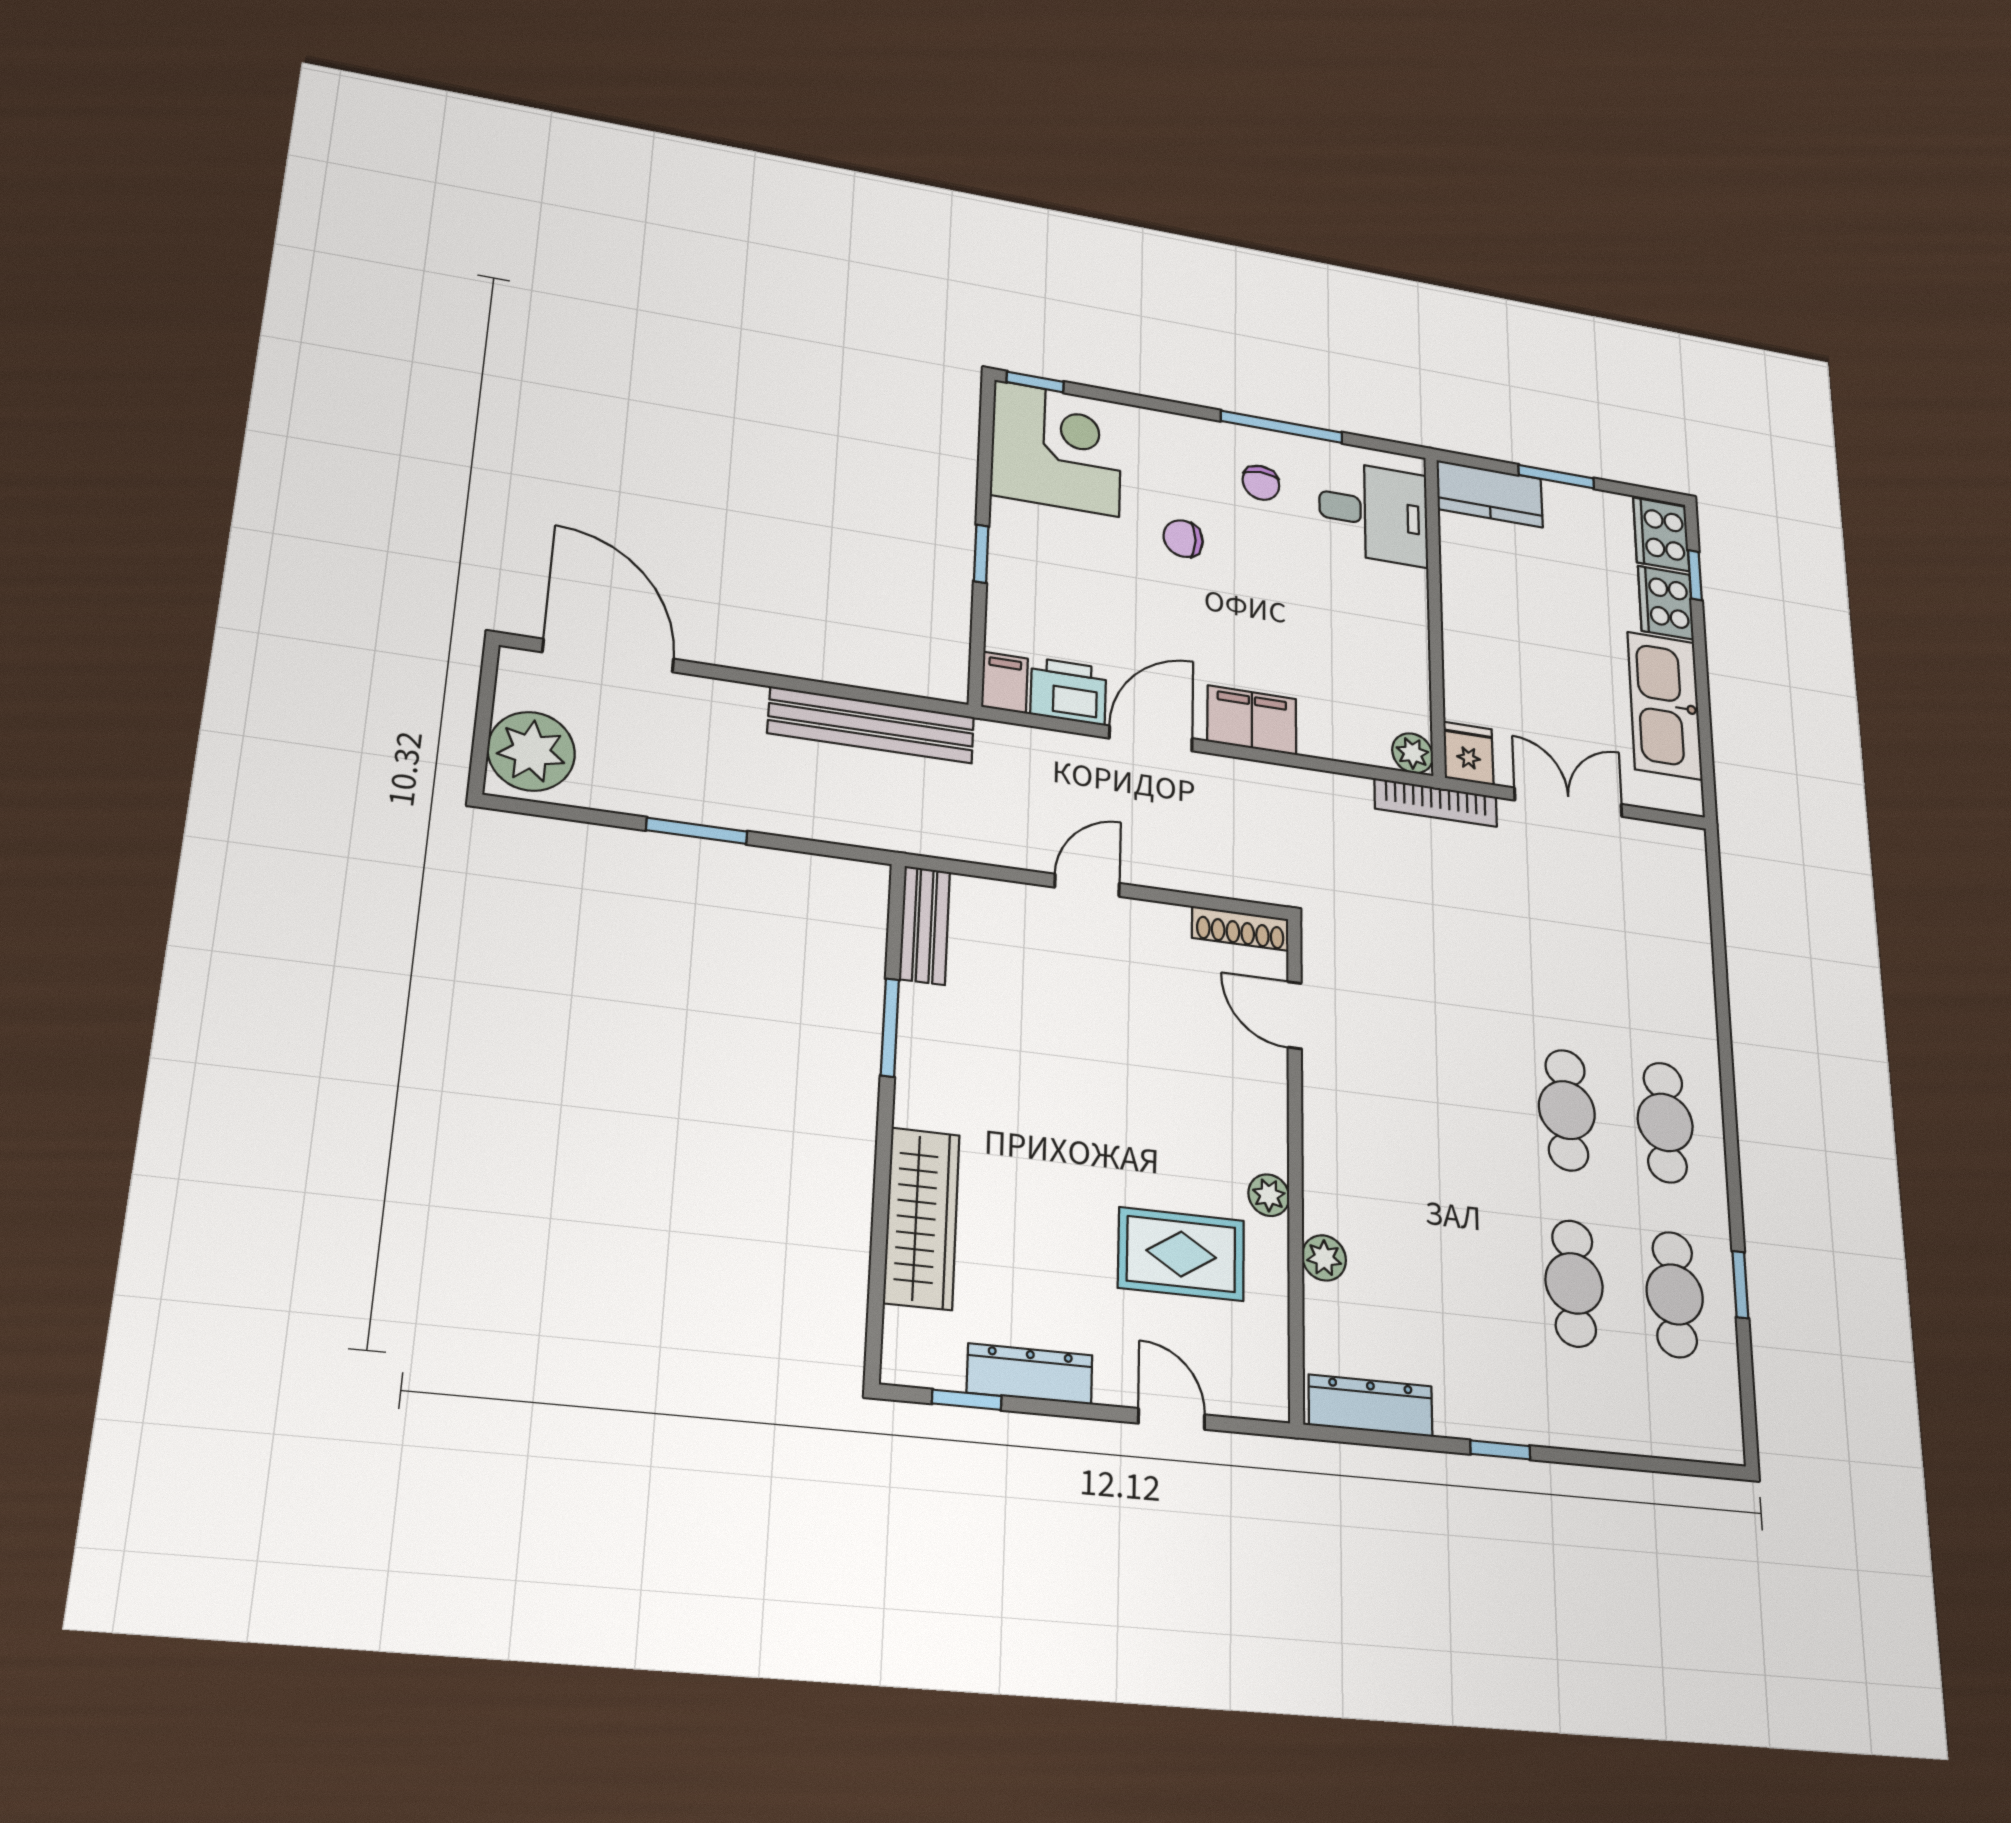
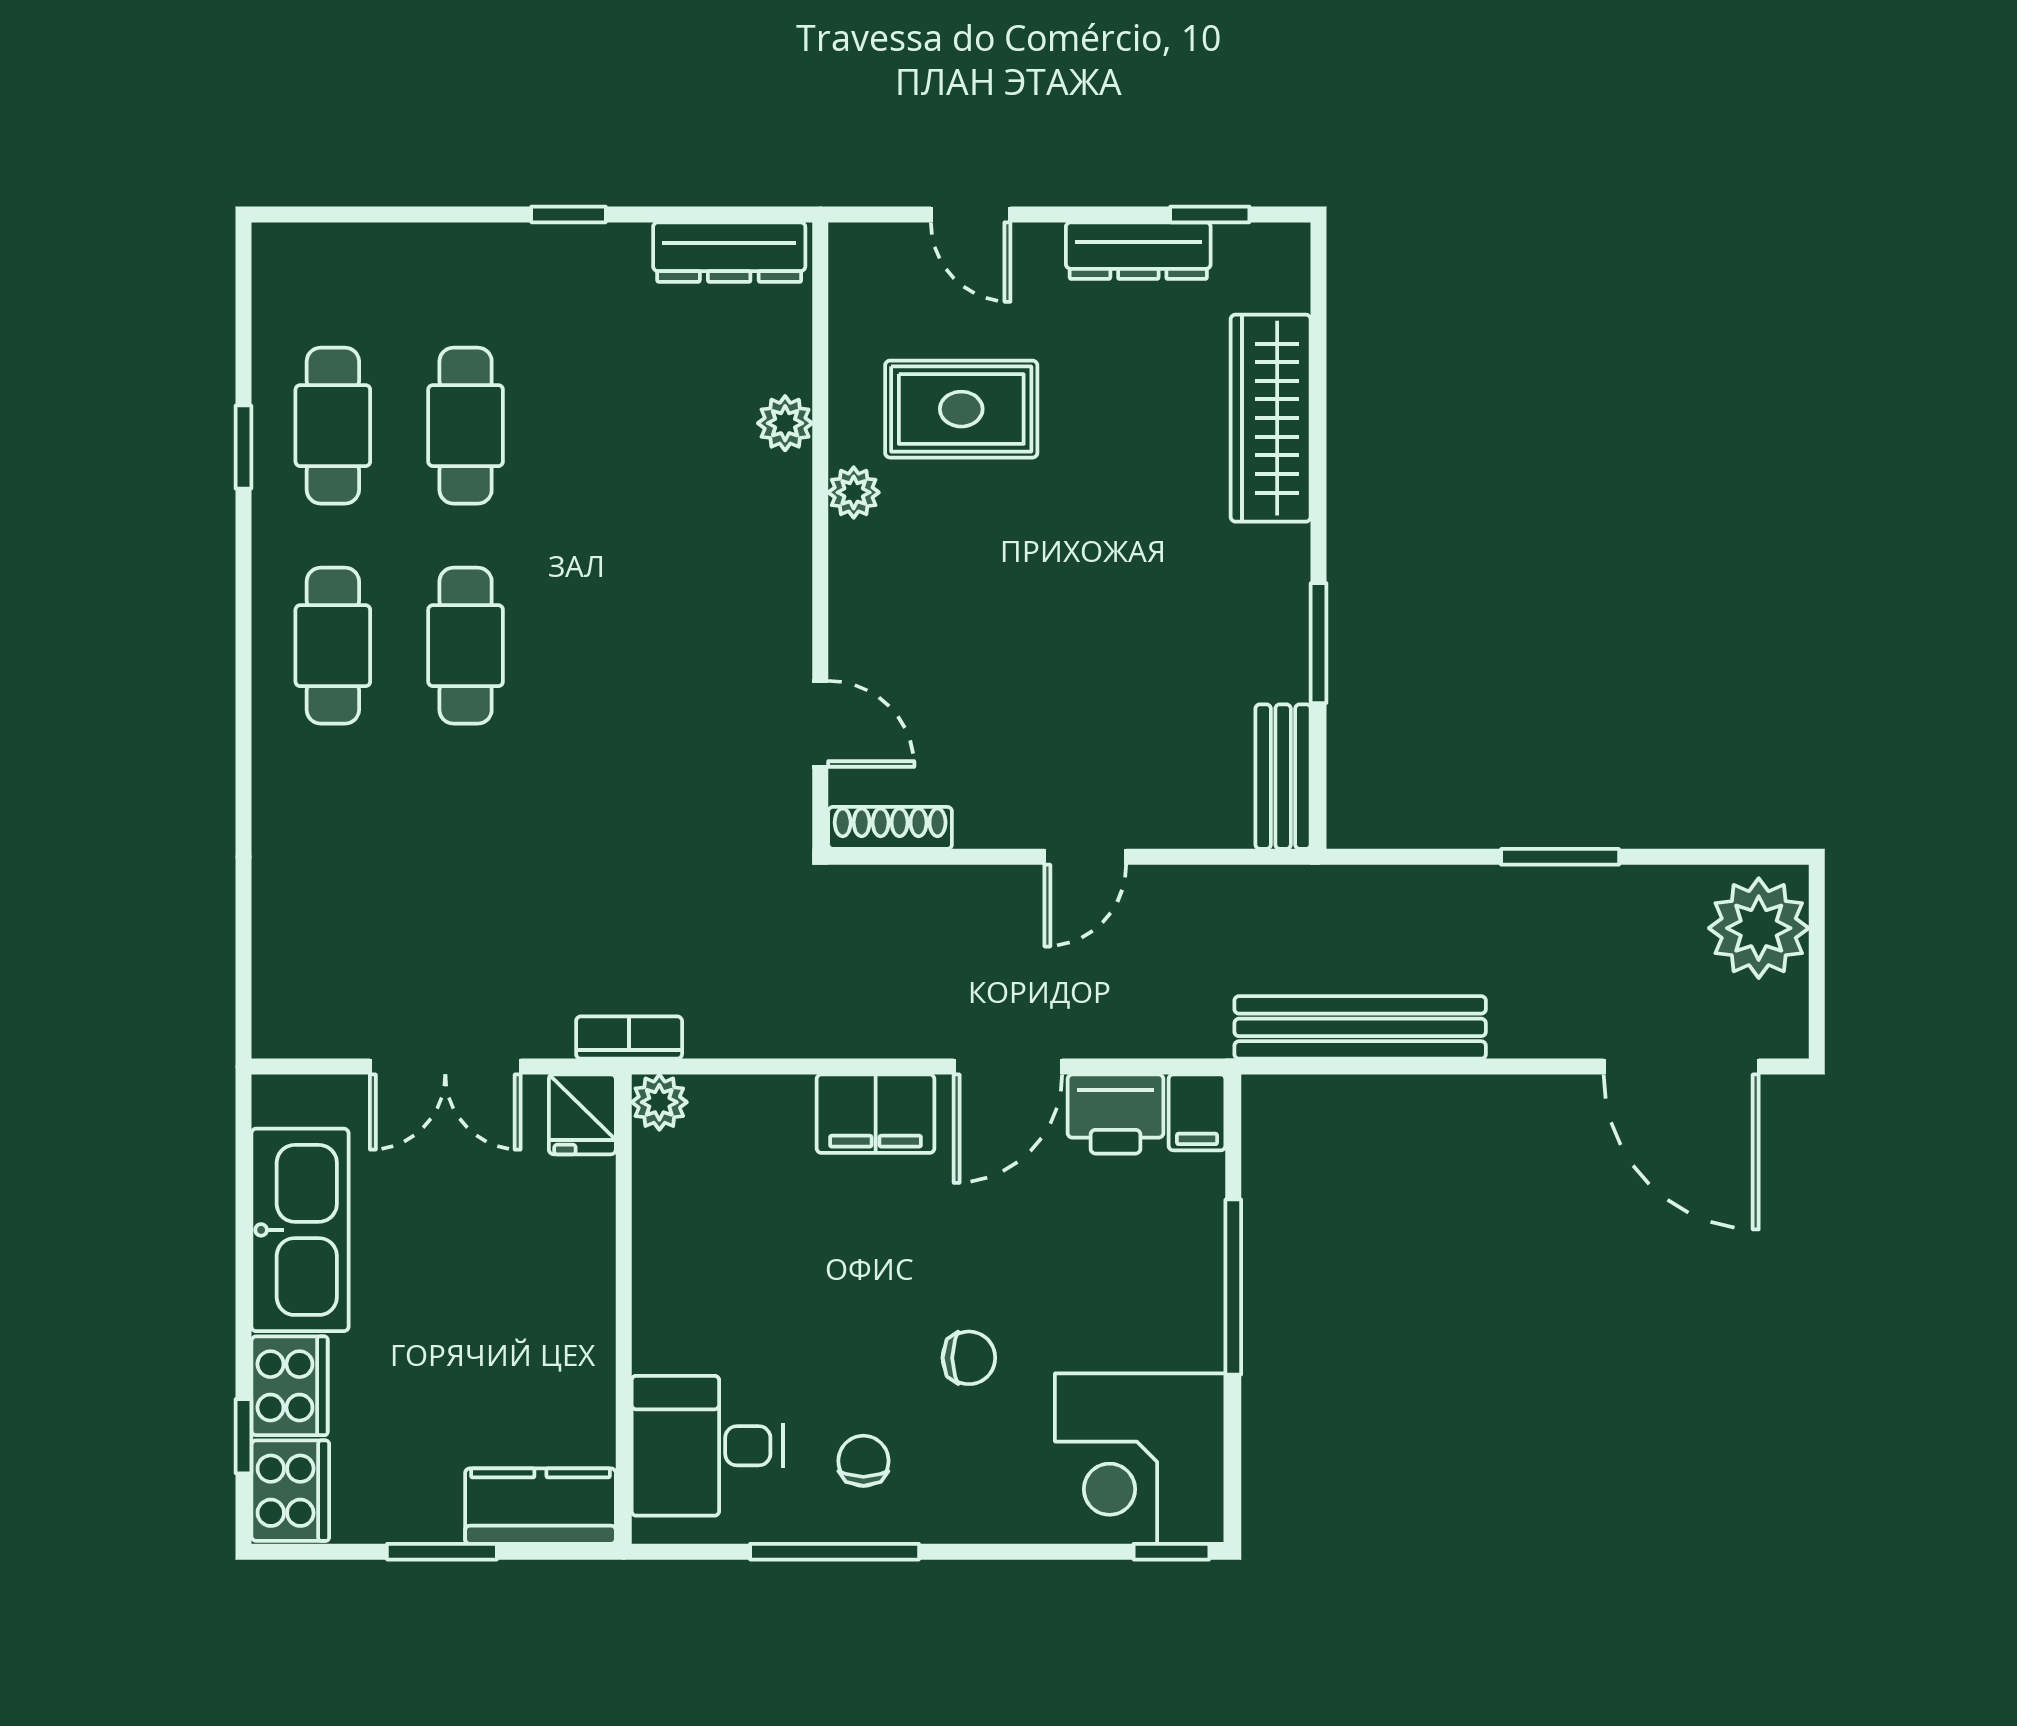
window: (981, 554) -> (1233, 1287), width x2.17
bookcase: (1436, 803) -> (629, 1038), width x0.64

